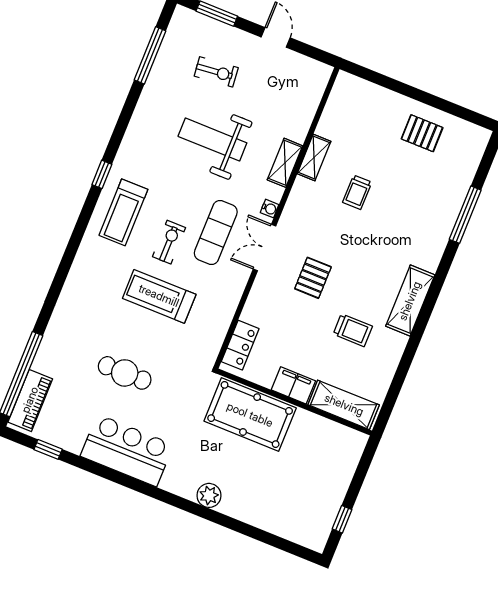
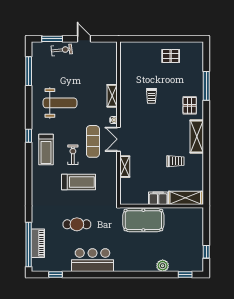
exercise bike: (216, 72) -> (62, 50), moved
weight bench: (212, 140) -> (60, 103), moved, turned 180
shelving: (314, 158) -> (125, 167), moved
pallet: (313, 278) -> (190, 105), moved
treadmill: (159, 296) -> (79, 182), turned 180
locker: (240, 345) -> (126, 189), removed
piano: (30, 400) -> (38, 243), moved
plant: (209, 495) -> (163, 266), moved
window: (286, 546) -> (185, 275), added

